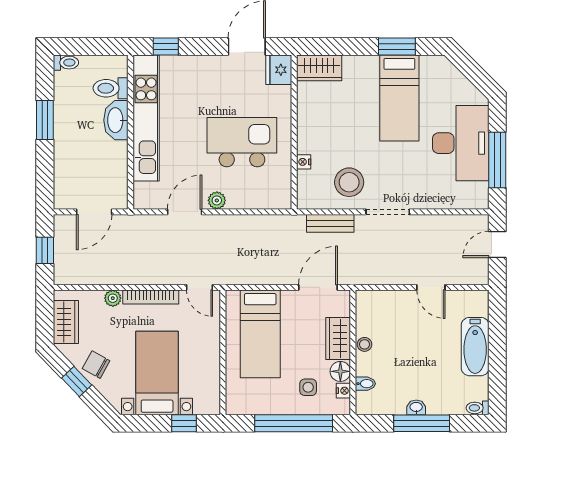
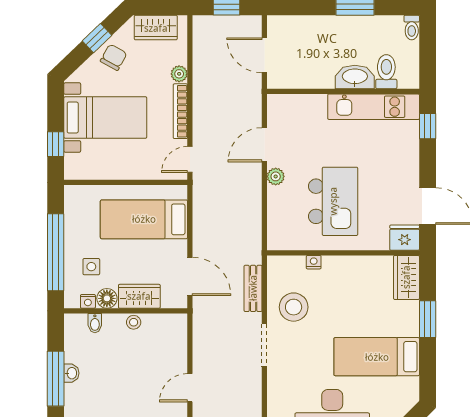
window: (397, 46) -> (428, 319), moved
kitchen unit: (146, 118) -> (374, 107), width x0.73
door: (185, 212) -> (264, 145), swing flipped

